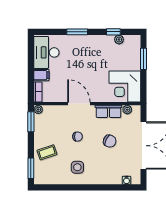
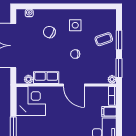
chair: (110, 141) -> (49, 32), moved
window: (31, 168) -> (119, 40), moved

